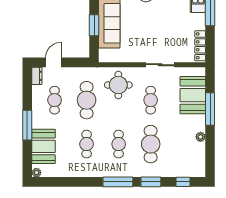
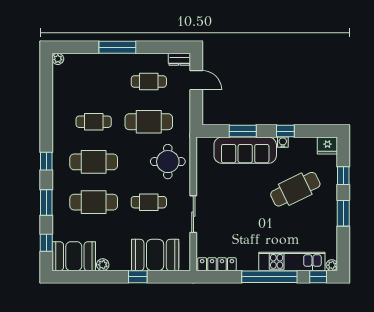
window: (210, 109) -> (138, 277), width x0.46
cafe table: (119, 144) -> (94, 162), width x1.37, depth x1.35
booth: (44, 146) -> (74, 256), moved
window: (118, 182) -> (46, 161), width x0.46

